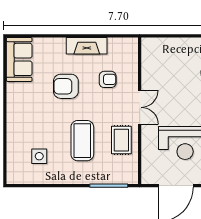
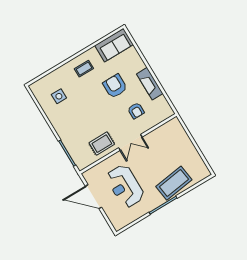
coffee table: (82, 141) -> (84, 69), moved, width x0.54, depth x0.58

